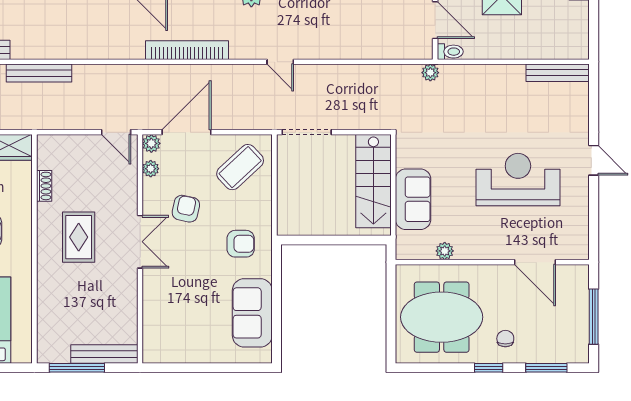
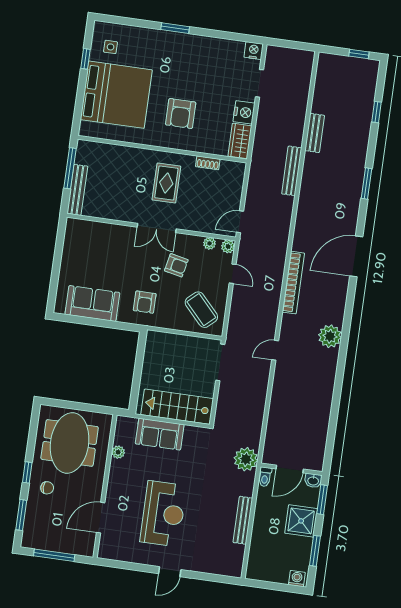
plant: (430, 73) -> (246, 459), width x1.88, depth x1.88
bench: (558, 73) -> (243, 520), moved
door: (187, 132) -> (233, 274), width x0.53
rug: (79, 237) -> (166, 183), turned 90

